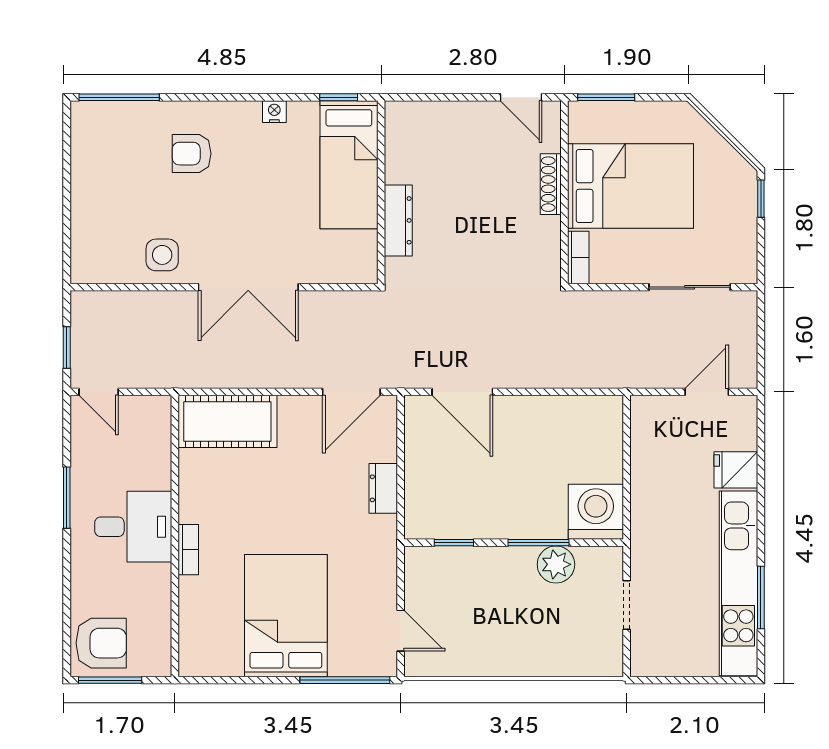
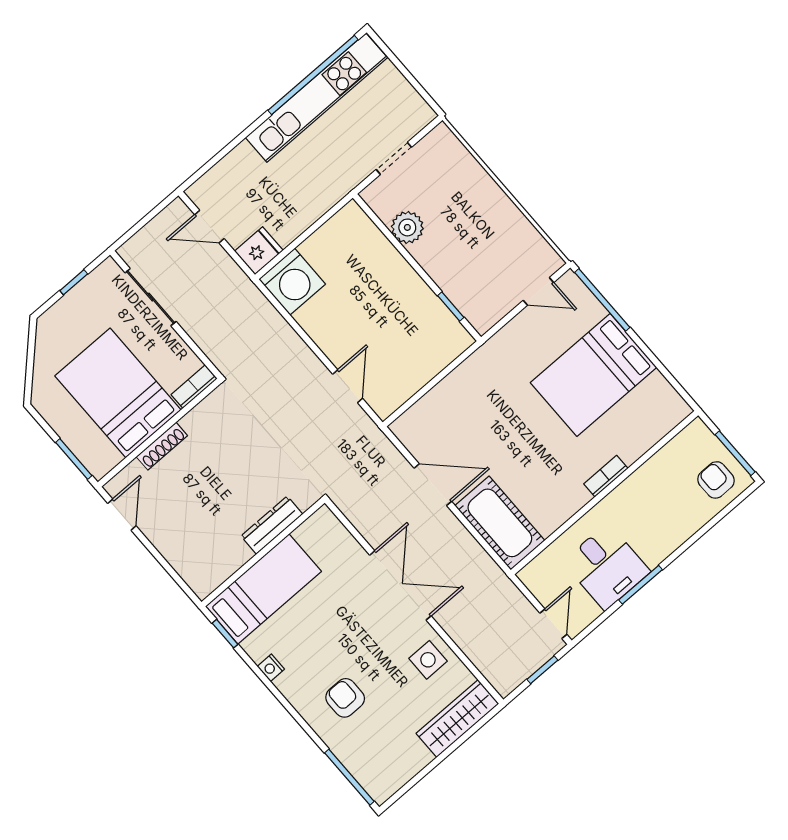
armchair: (192, 154) -> (345, 698), turned 180
window: (761, 199) -> (74, 282), moved
wardrobe: (88, 236) -> (457, 719), added
door: (351, 392) -> (433, 485), moved
door: (462, 392) -> (348, 386), width x0.73
fridge: (736, 470) -> (259, 251), moved, turned -90
dresser: (383, 488) -> (455, 383), removed
washing machine: (596, 512) -> (292, 282), moved, turned -90
desk: (133, 527) -> (606, 567), moved, turned 180
window: (538, 543) -> (403, 251), removed
window: (761, 597) -> (313, 75), width x2.11
door: (401, 631) -> (538, 291), swing flipped
armchair: (101, 643) -> (716, 480), width x0.72, depth x0.72

